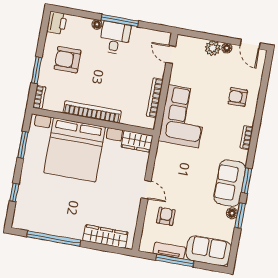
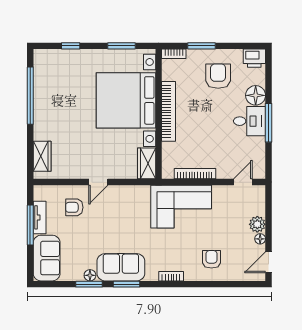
floor lamp: (97, 24) -> (256, 95), width x1.89, depth x1.89
armchair: (166, 216) -> (74, 207), turned 180
wardrobe: (105, 236) -> (42, 156), width x0.67

